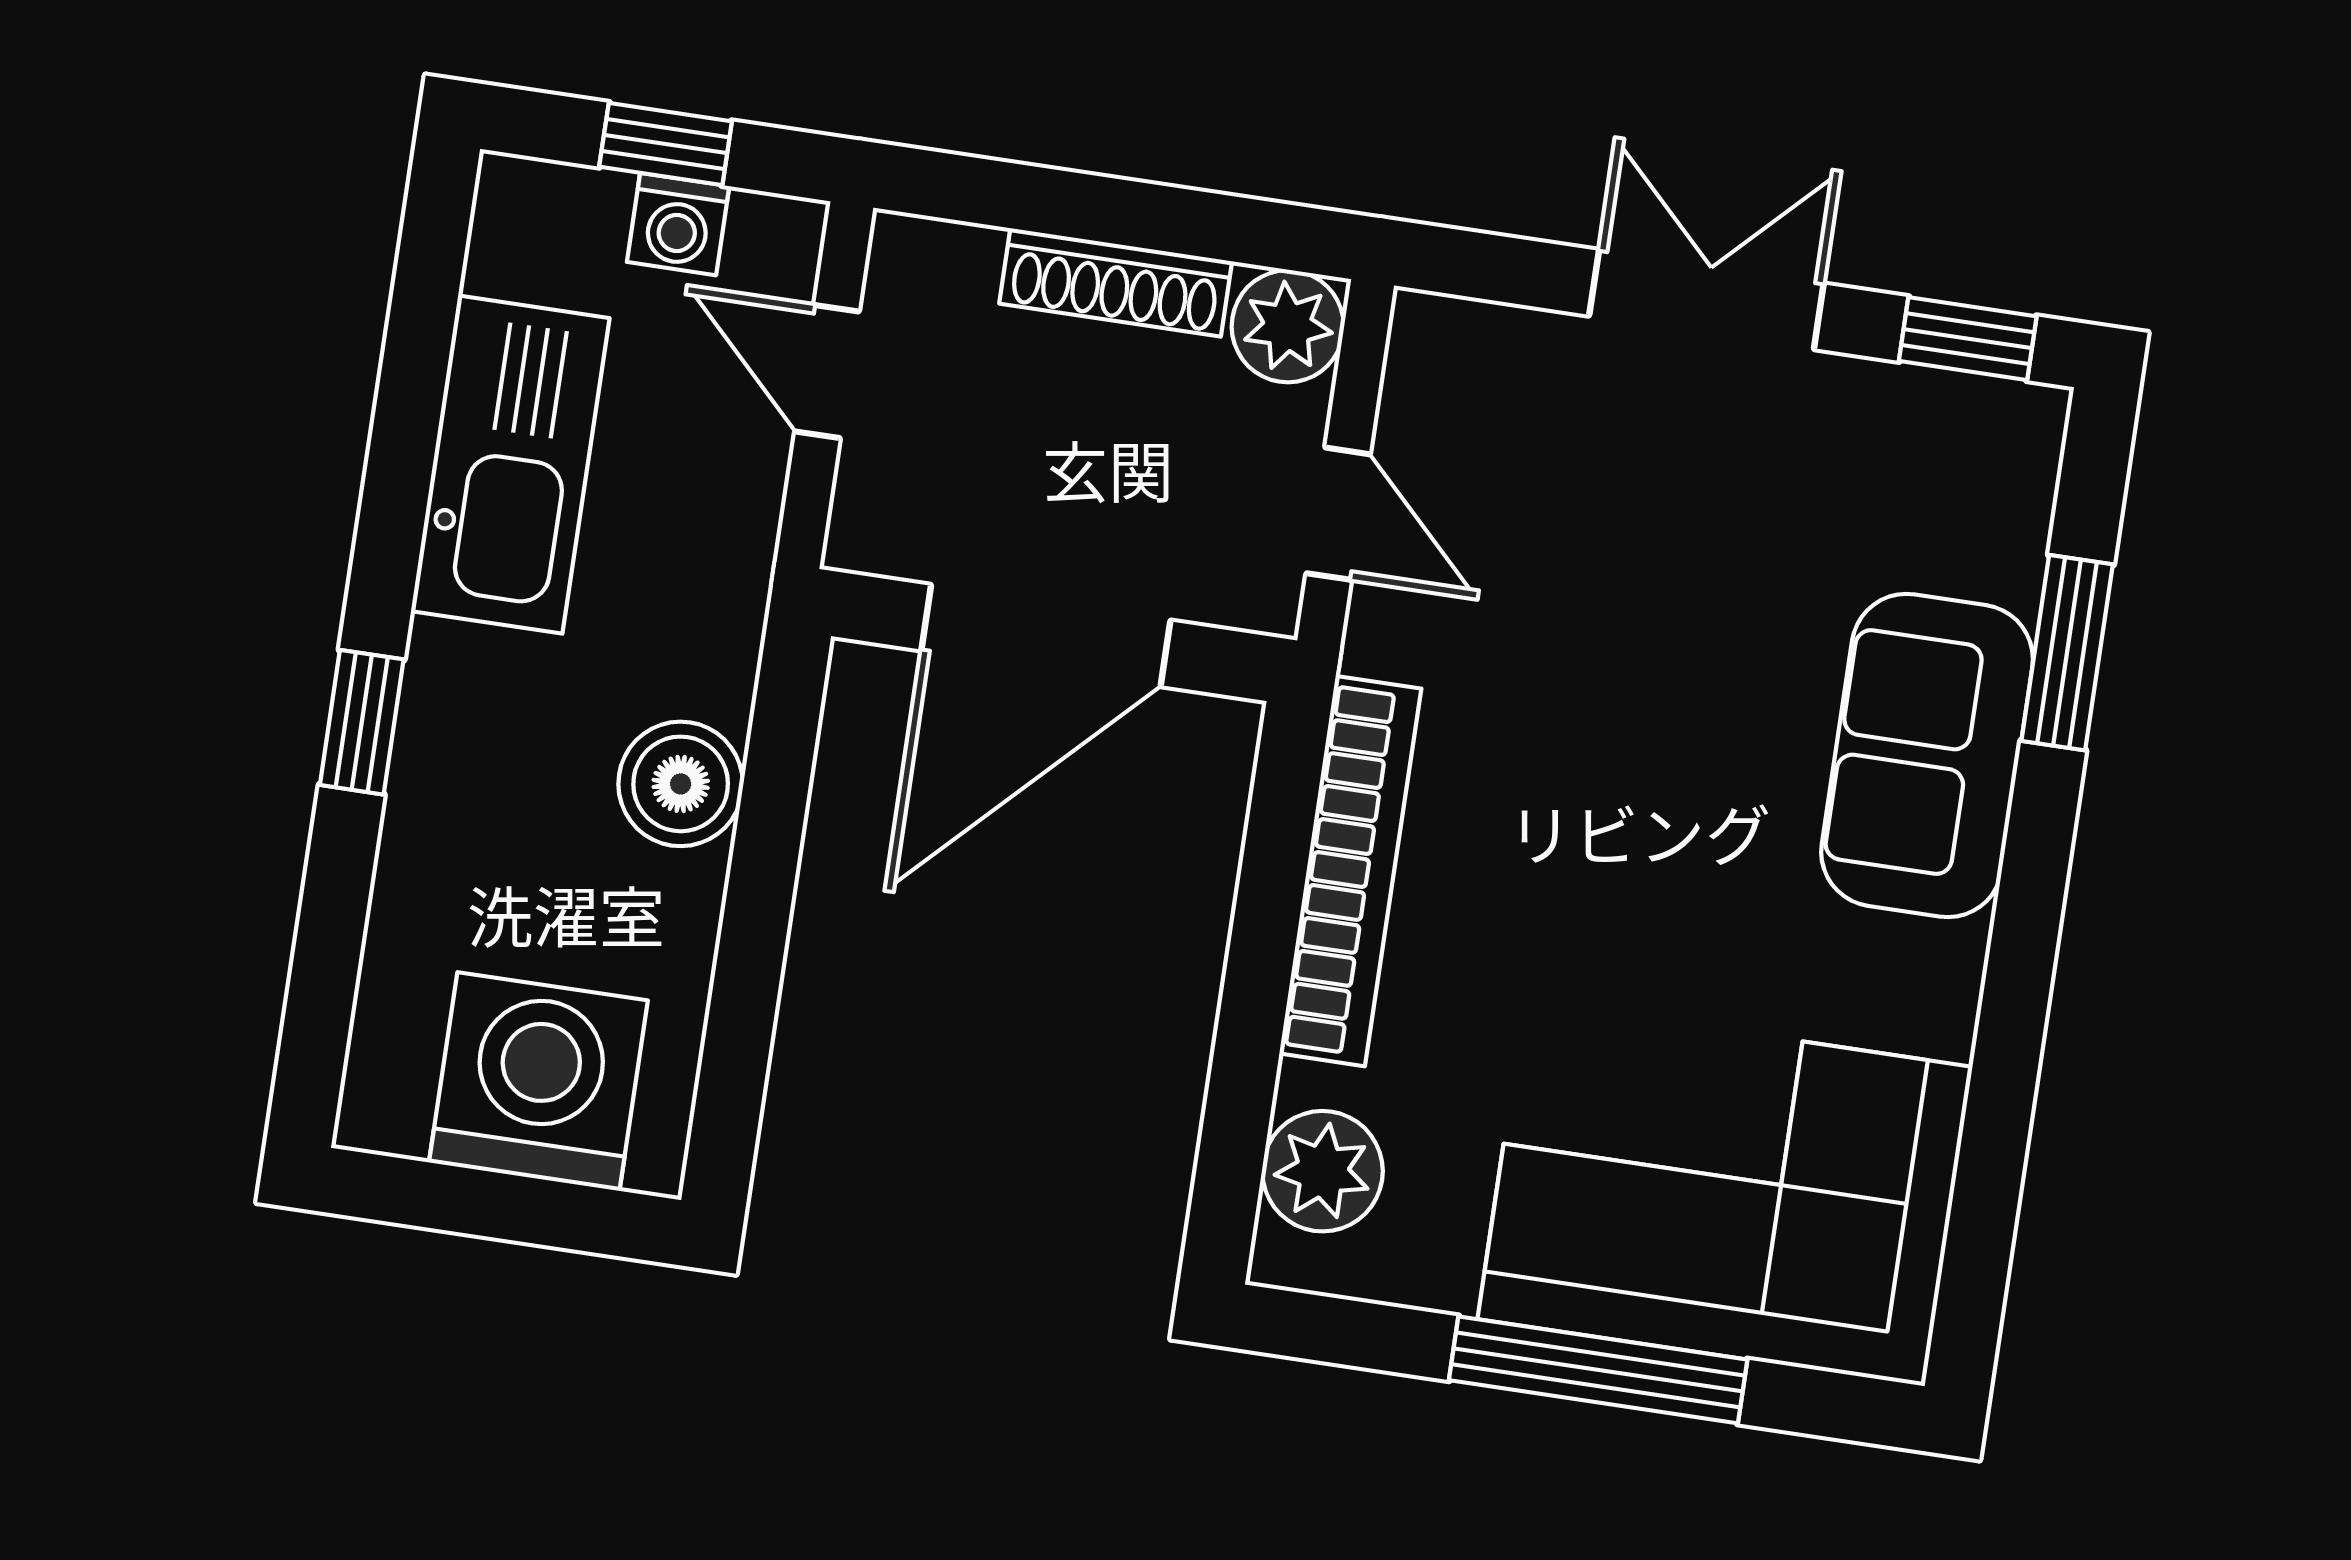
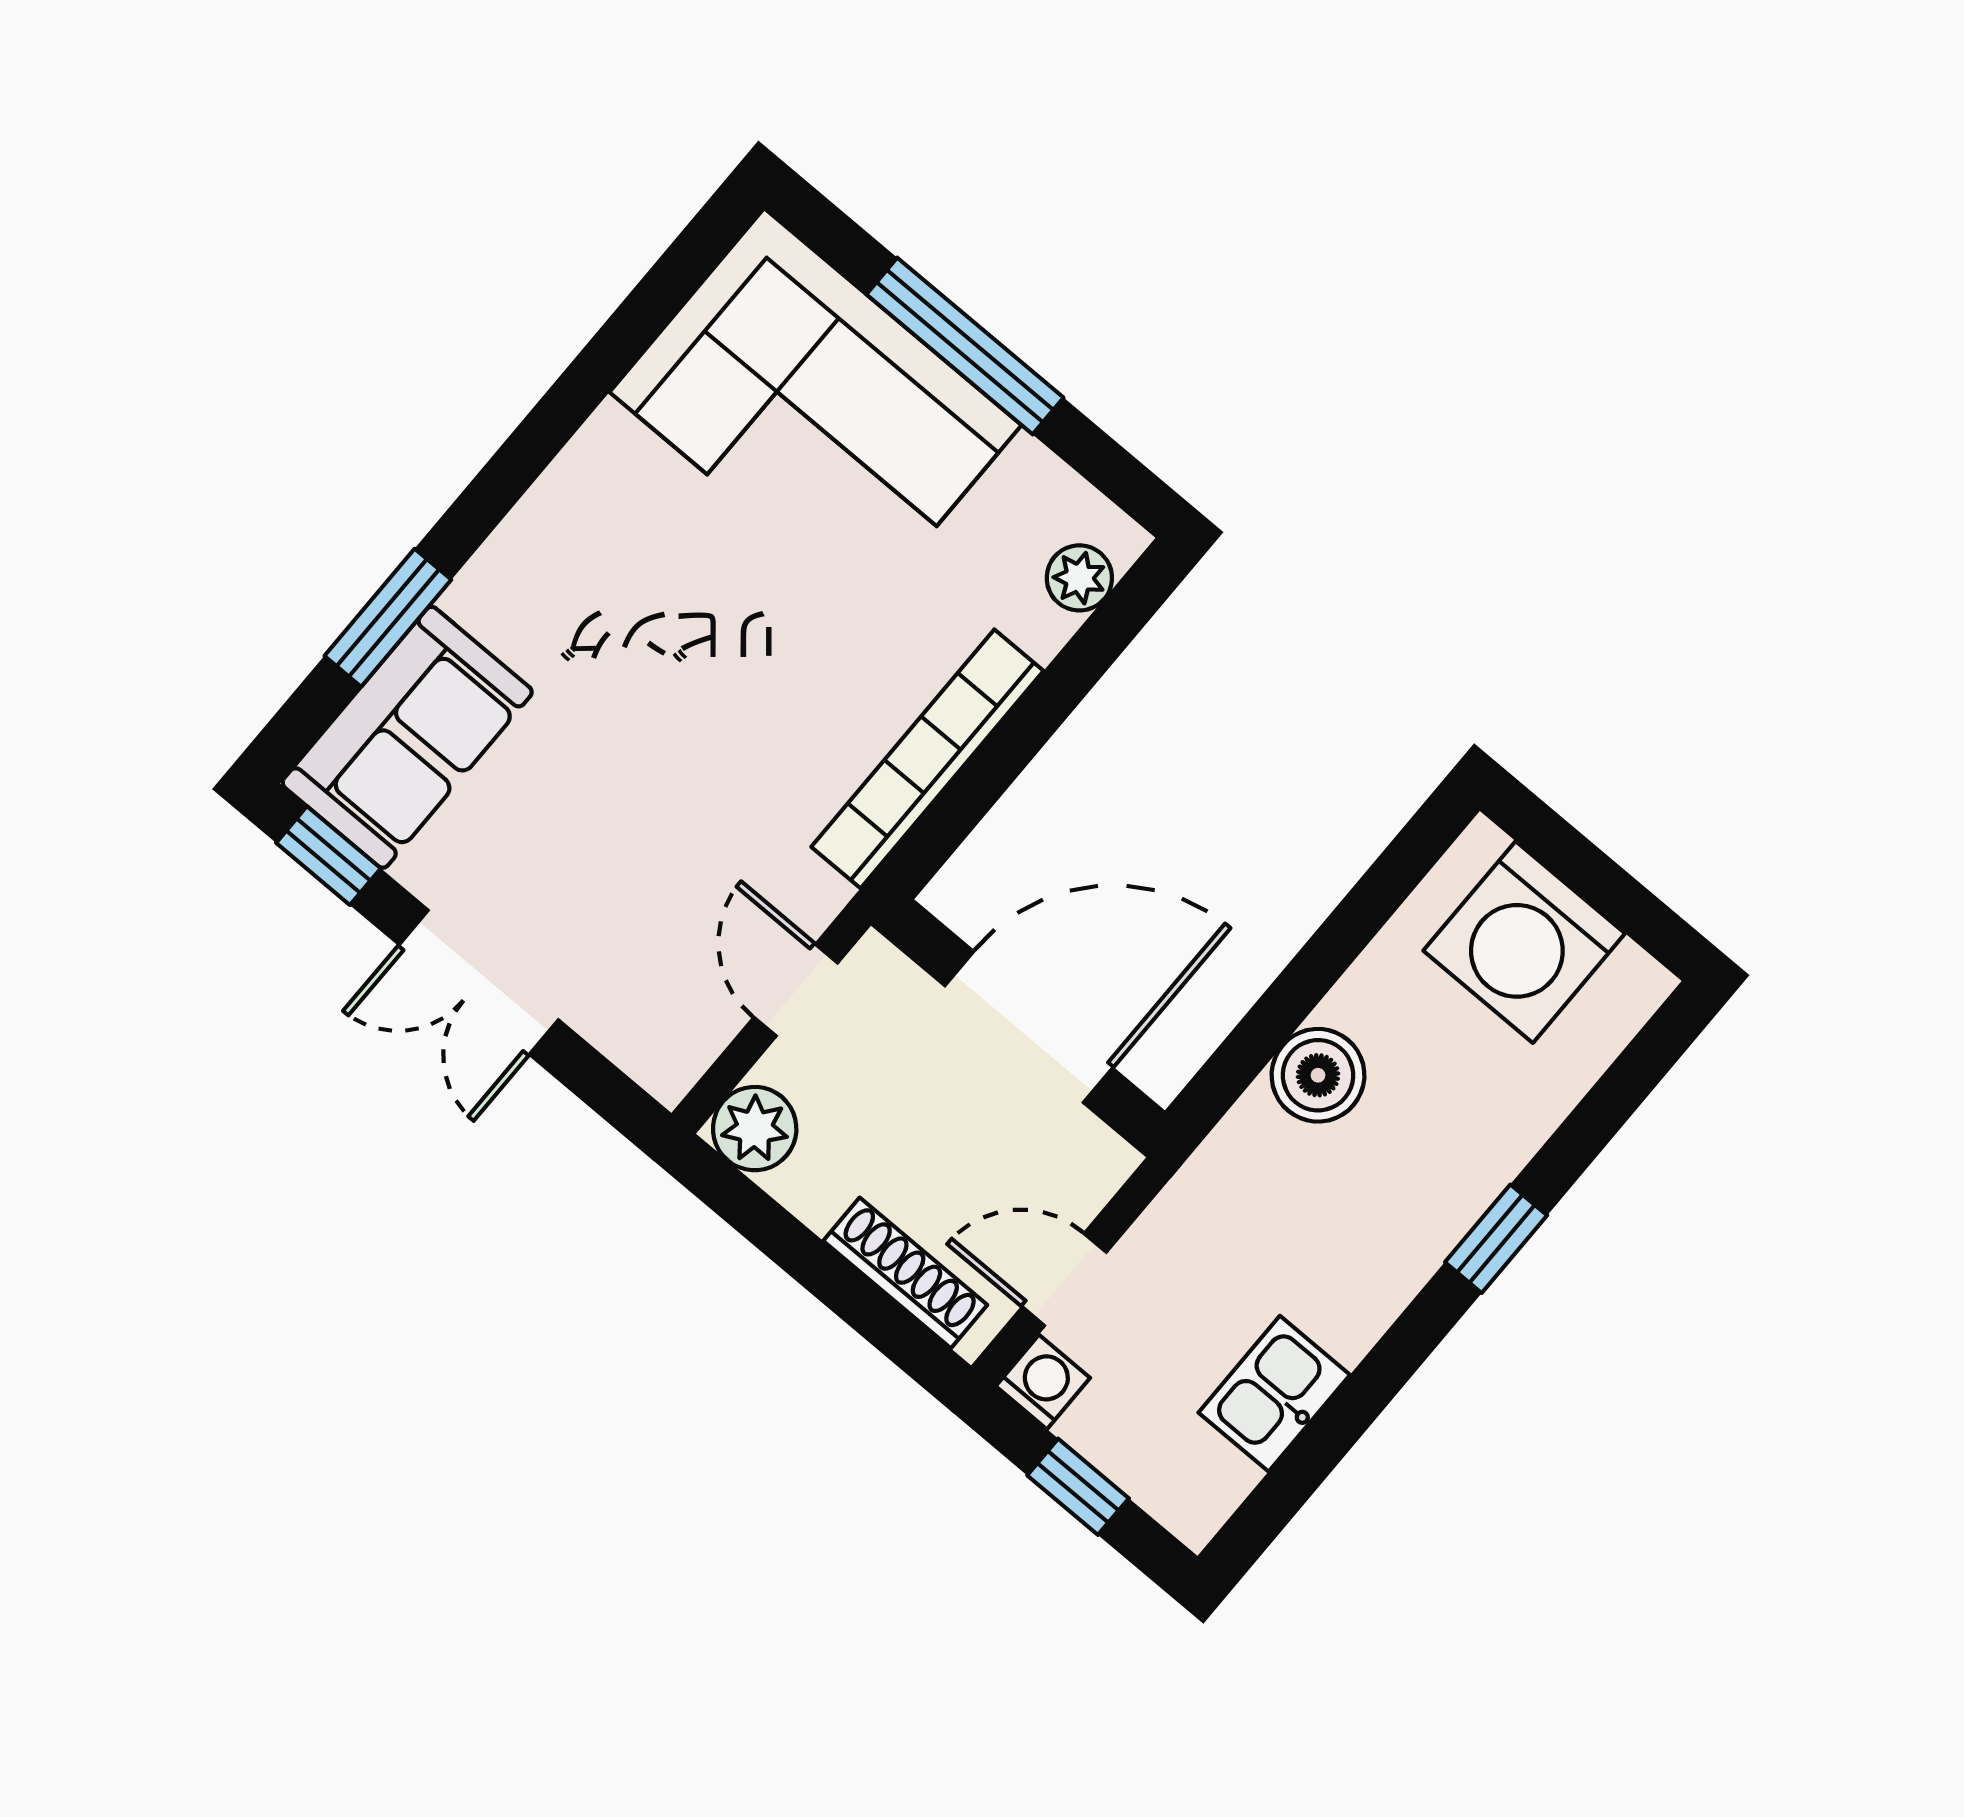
washing machine: (678, 224) -> (1043, 1382), moved
shoe rack: (1116, 282) -> (905, 1273), moved
door: (827, 371) -> (1064, 1280), swing flipped
kitchen sink: (510, 465) -> (1274, 1394), width x0.53, depth x0.81
sofa: (1927, 755) -> (407, 737), moved
plant: (1323, 1171) -> (1079, 578), width x0.73, depth x0.73

